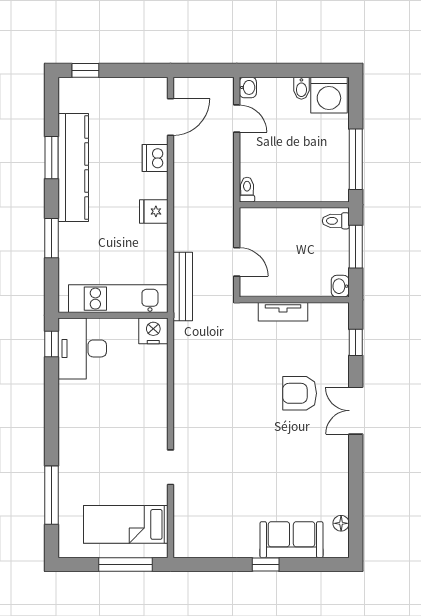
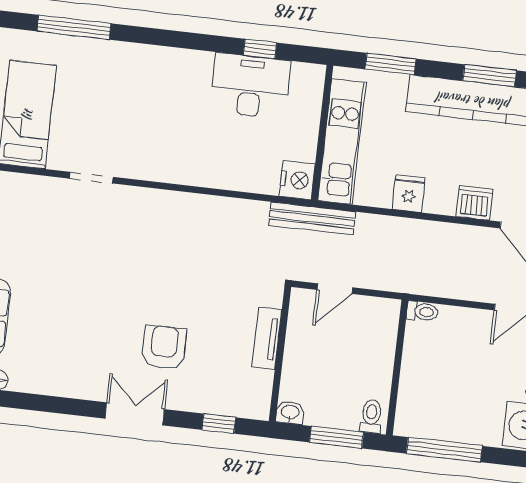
kitchen unit: (118, 299) -> (342, 142), moved
wall: (113, 315) -> (322, 133), moved
nightstand: (153, 331) -> (297, 180), moved

